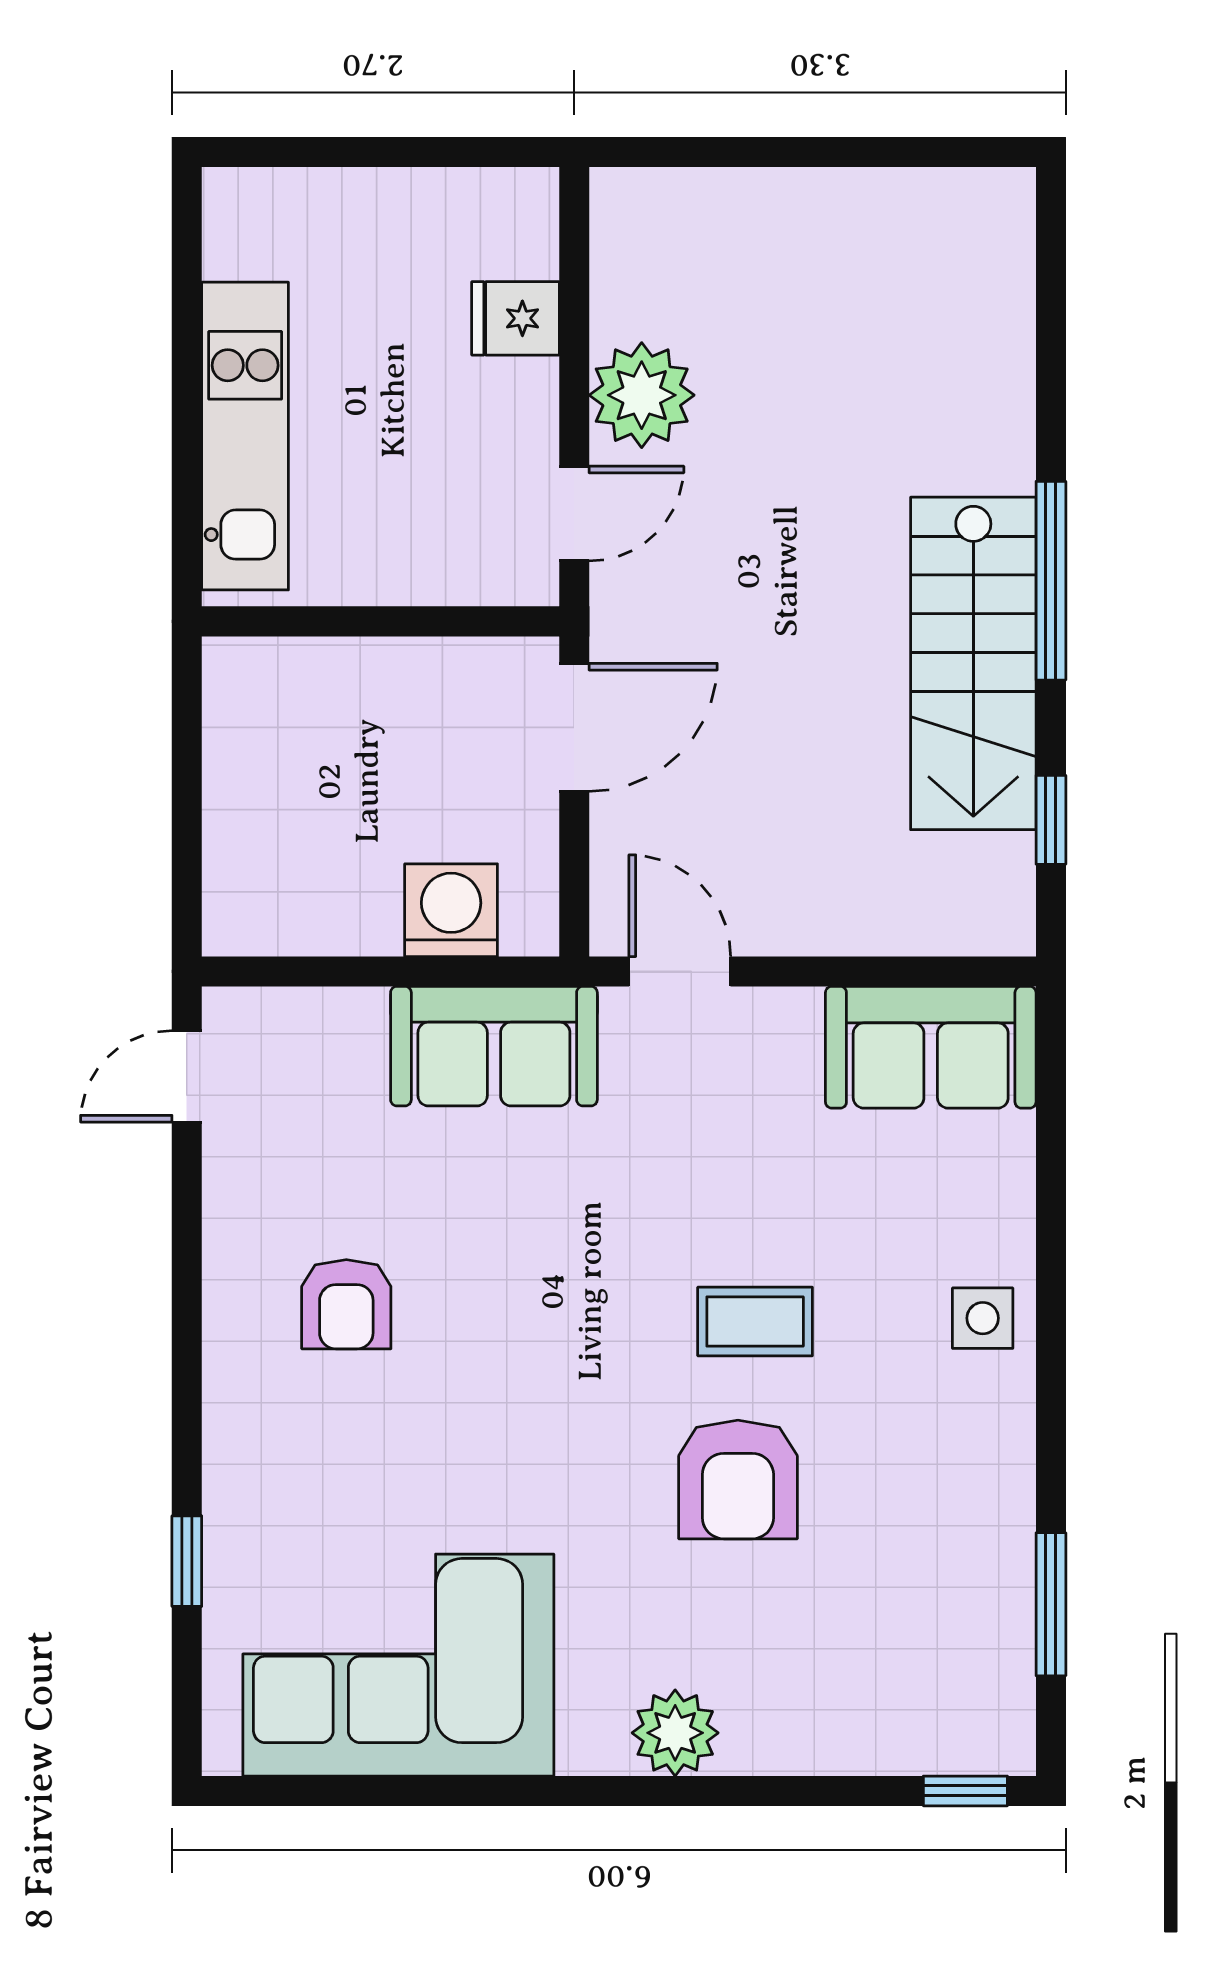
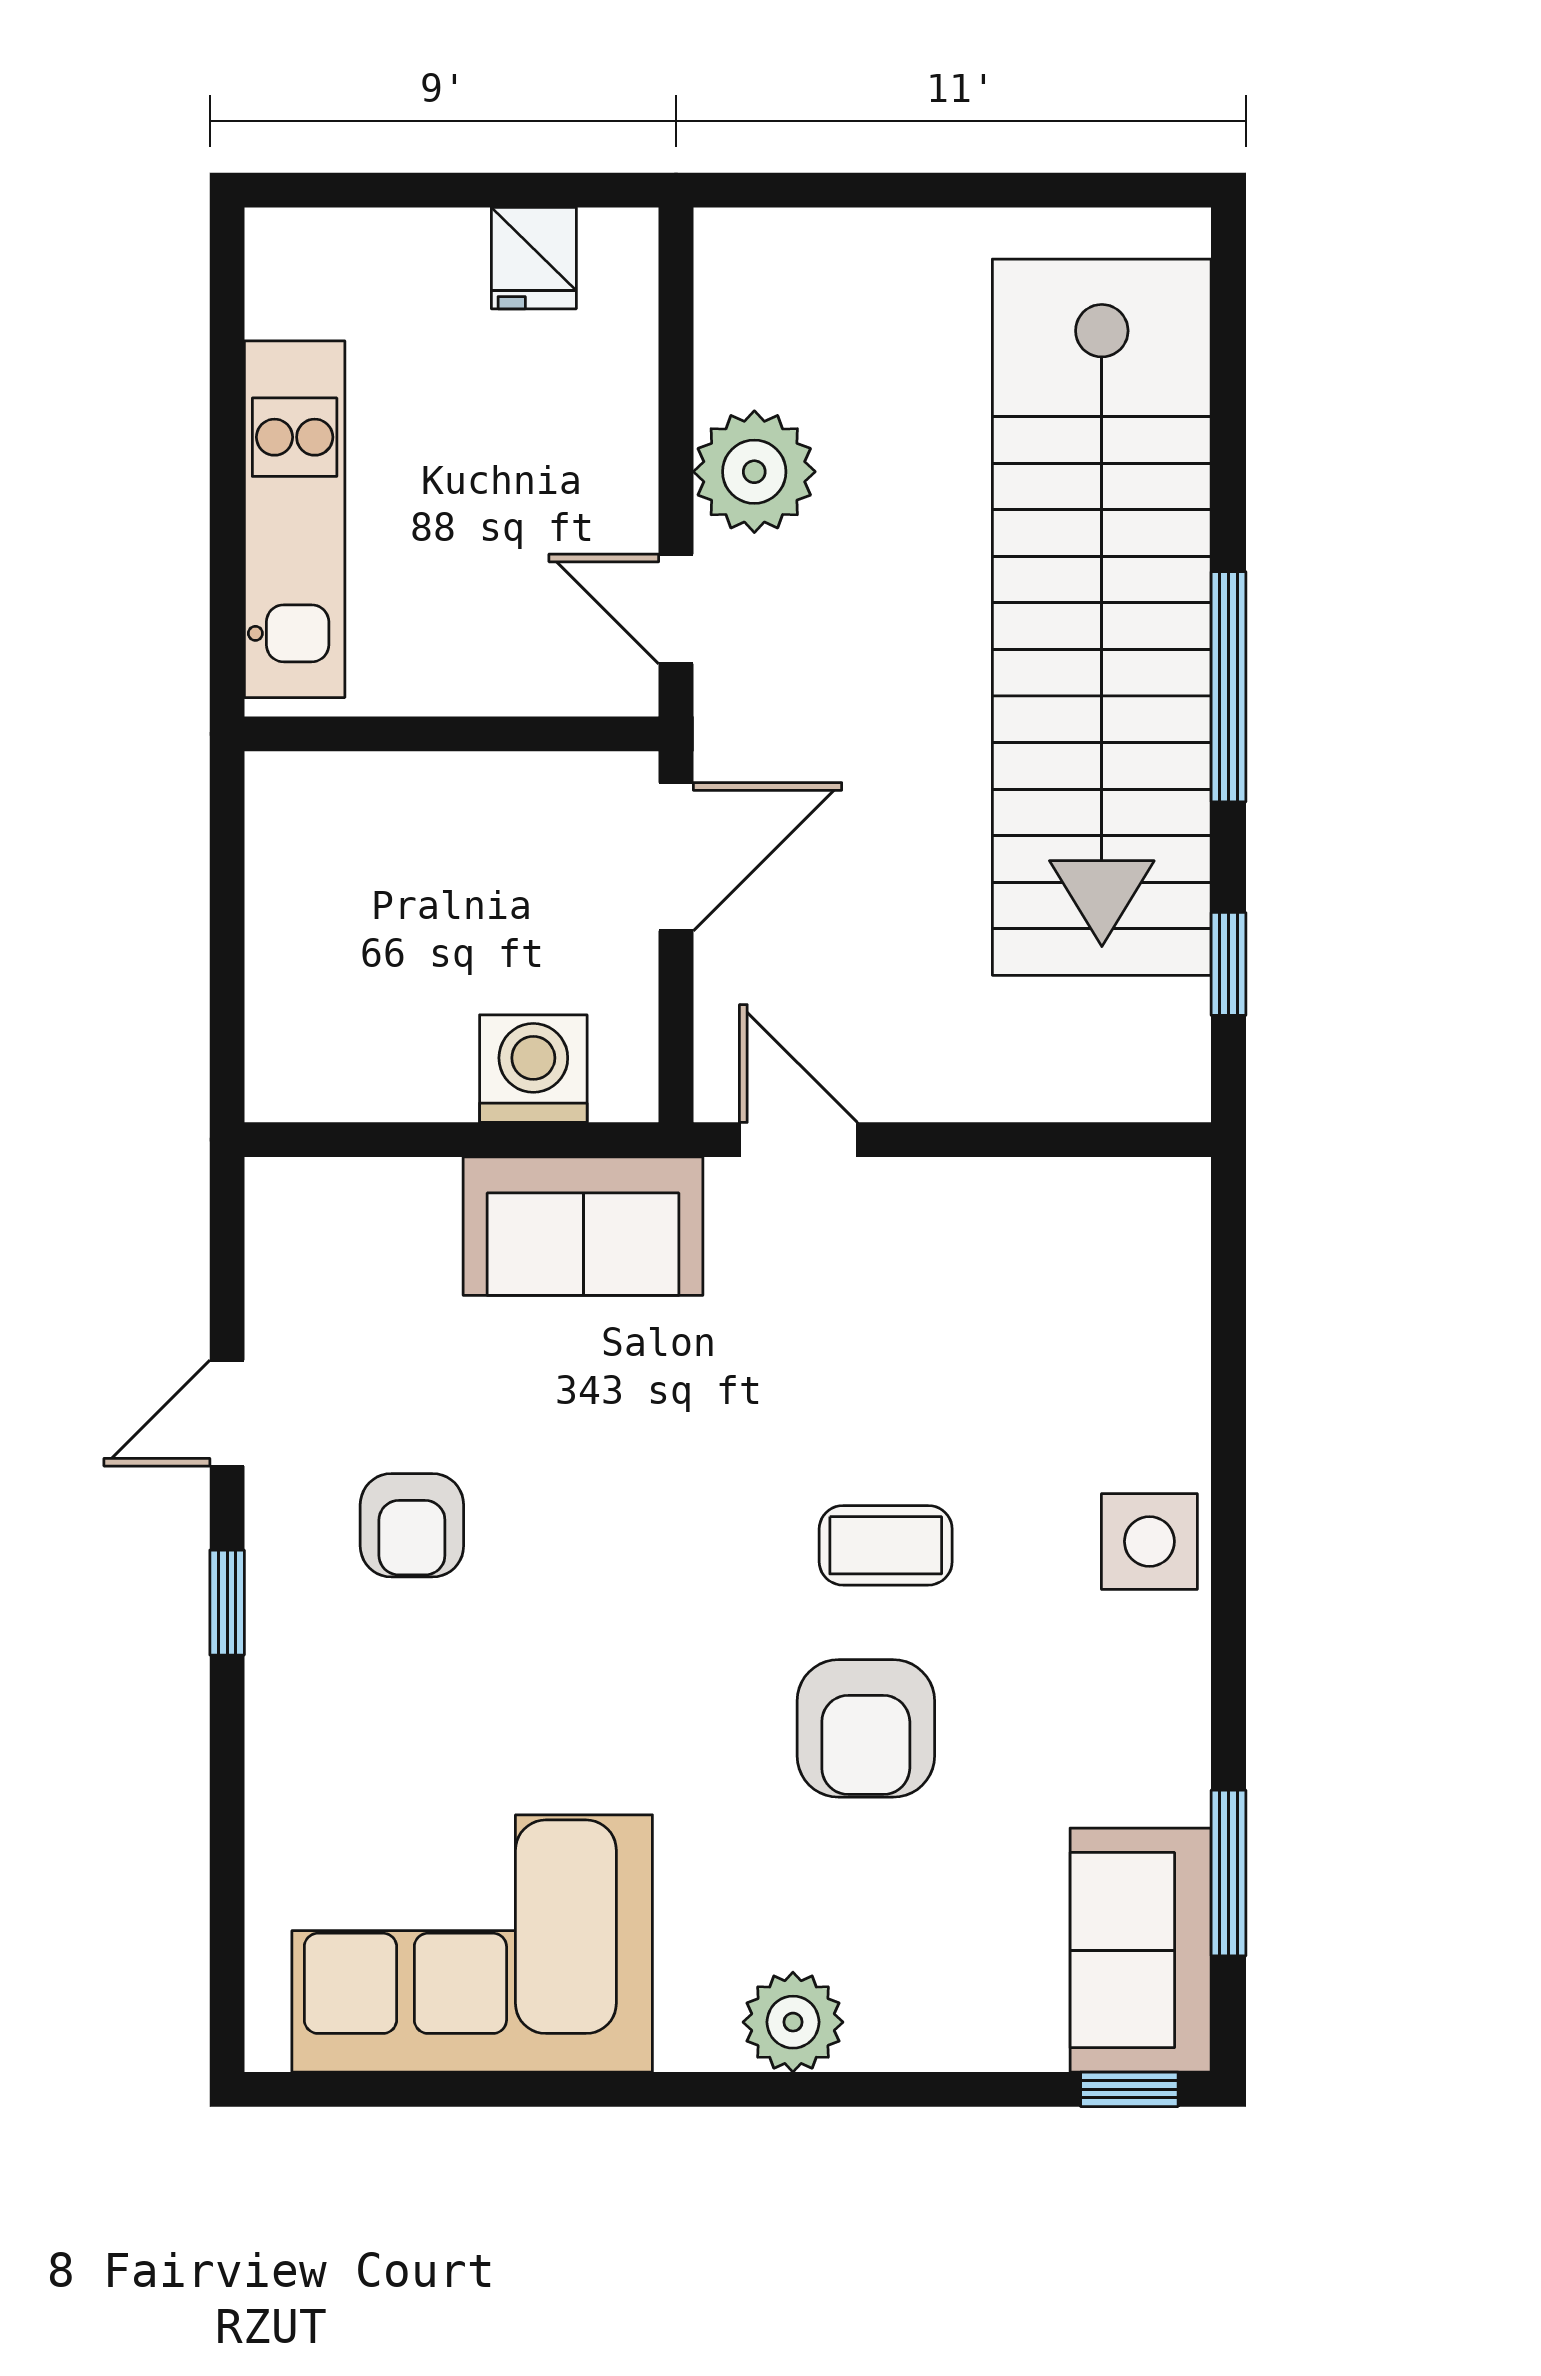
fridge: (515, 318) -> (534, 258), moved, turned -90
door: (574, 514) -> (676, 609), swing flipped
stairs: (973, 663) -> (1102, 617), width x1.86, depth x1.51
sofa: (931, 1047) -> (1141, 1950), moved, turned 90
door: (187, 1076) -> (227, 1413), moved
side table: (983, 1318) -> (1149, 1541), width x1.37, depth x1.37
window: (187, 1561) -> (227, 1603), moved

